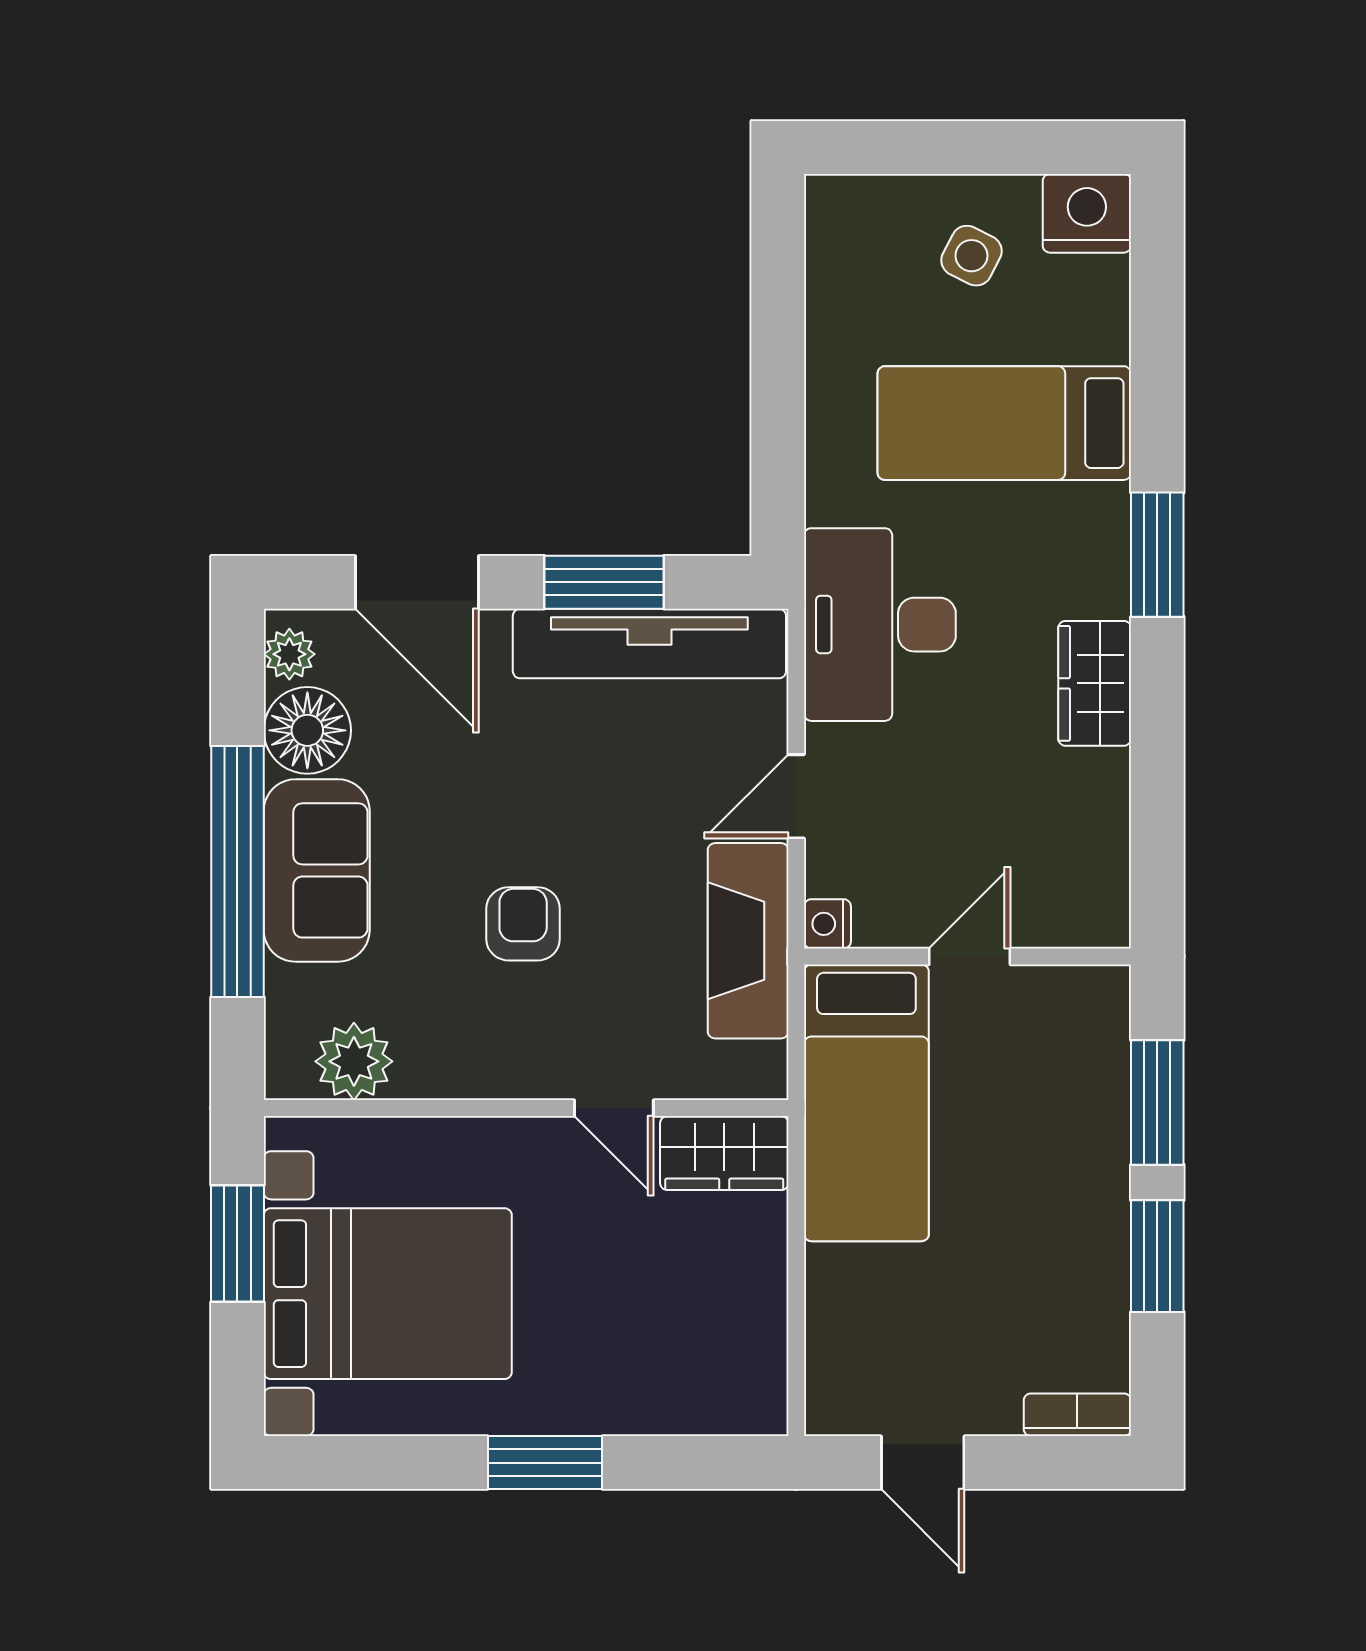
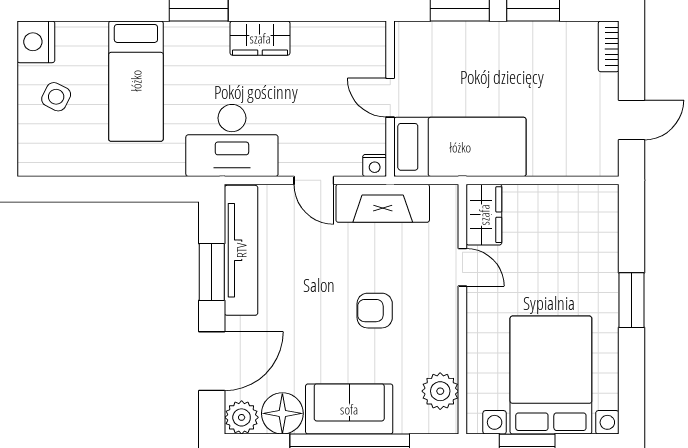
plant: (289, 654) -> (242, 417), width x1.38, depth x1.38
door: (614, 1108) -> (462, 267), hinge flipped

